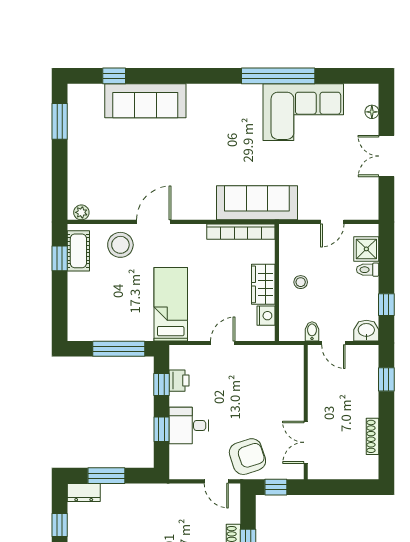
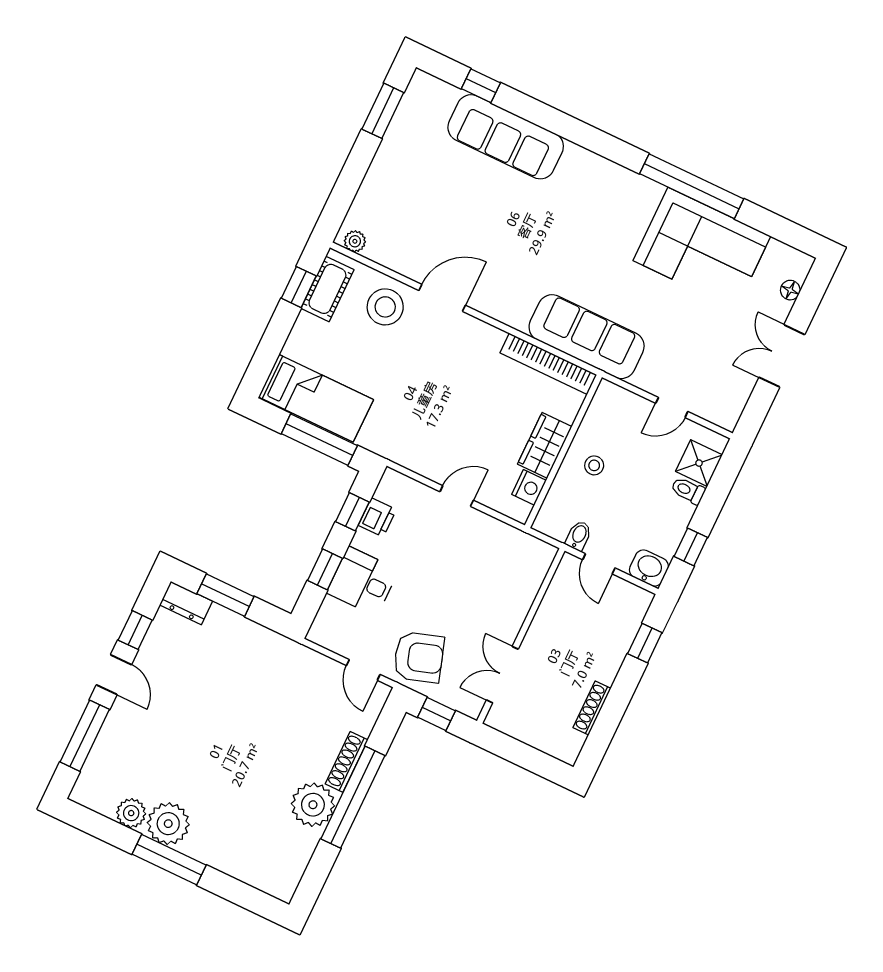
bed: (171, 304) -> (316, 398), moved, turned 90

